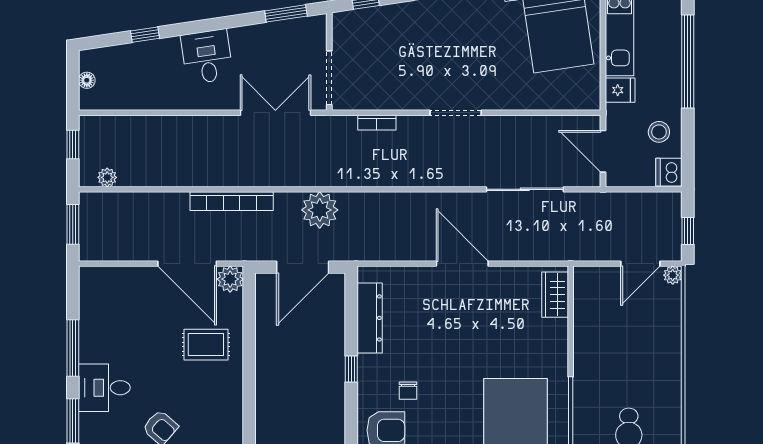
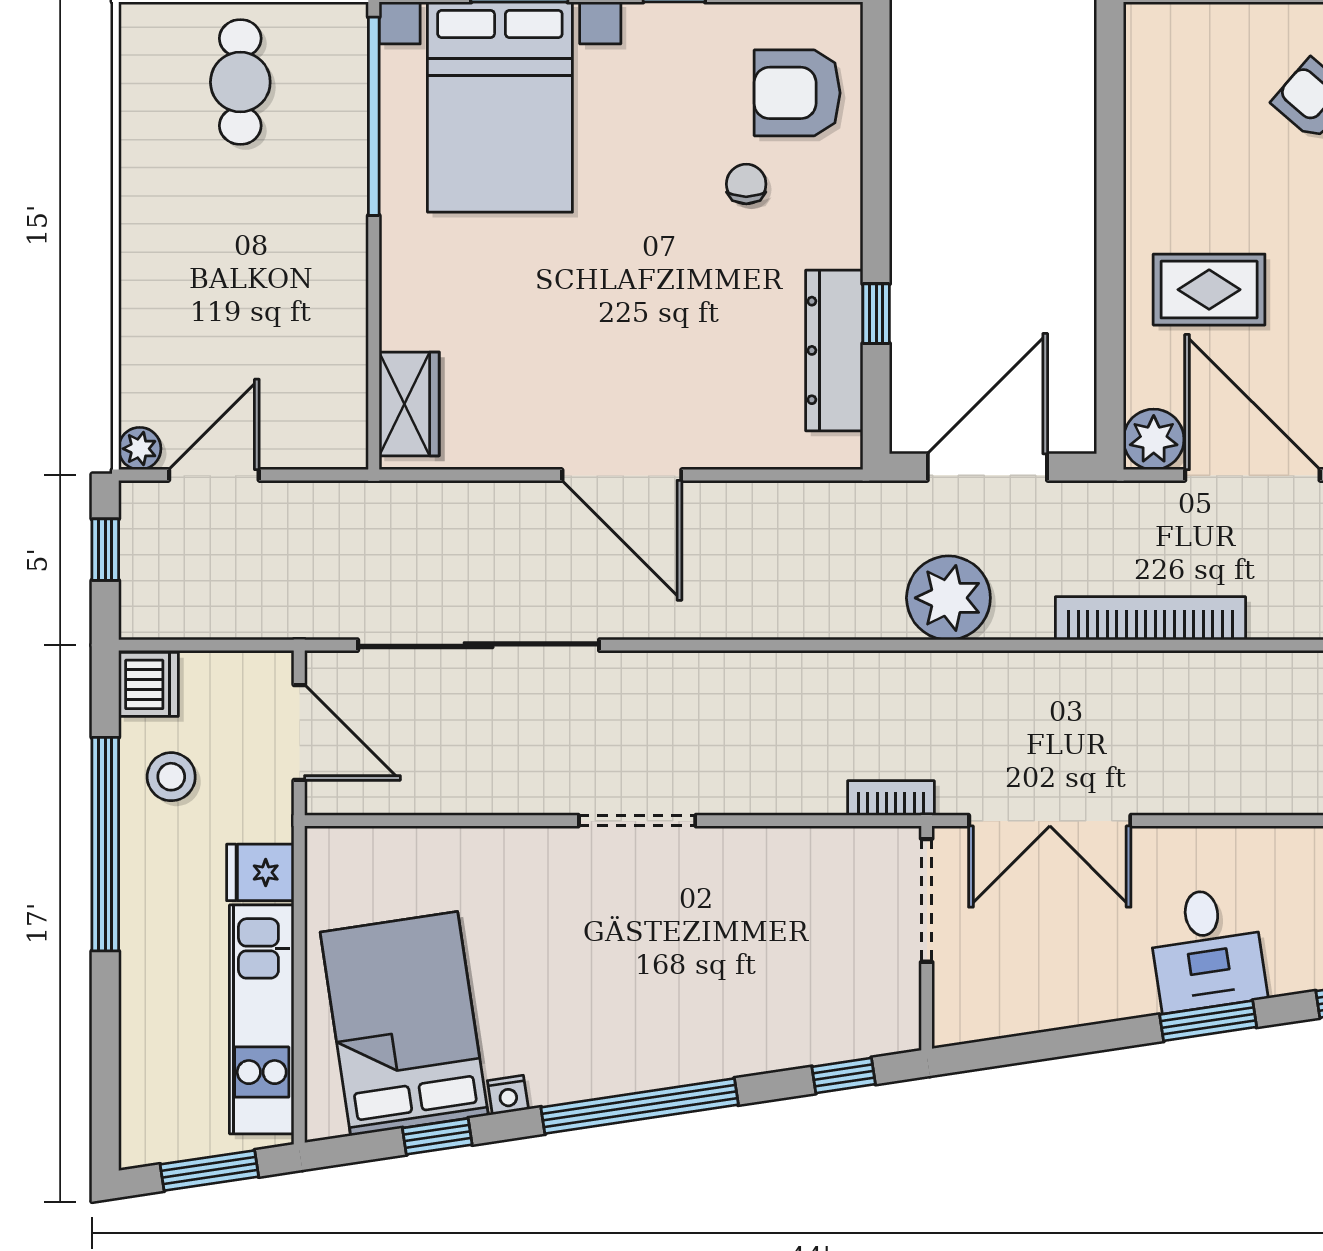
window: (286, 13) -> (1208, 1021), moved
window: (688, 61) -> (105, 844), moved
bookcase: (377, 123) -> (891, 798), moved
sliding door: (525, 189) -> (479, 645), width x1.36
window: (351, 369) -> (876, 314), moved

